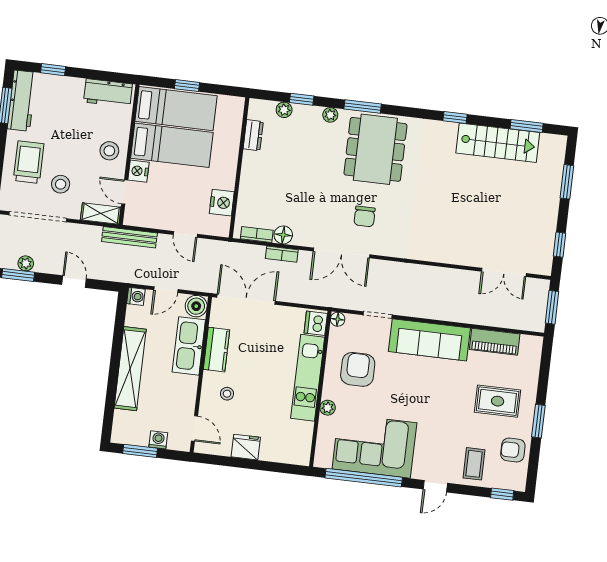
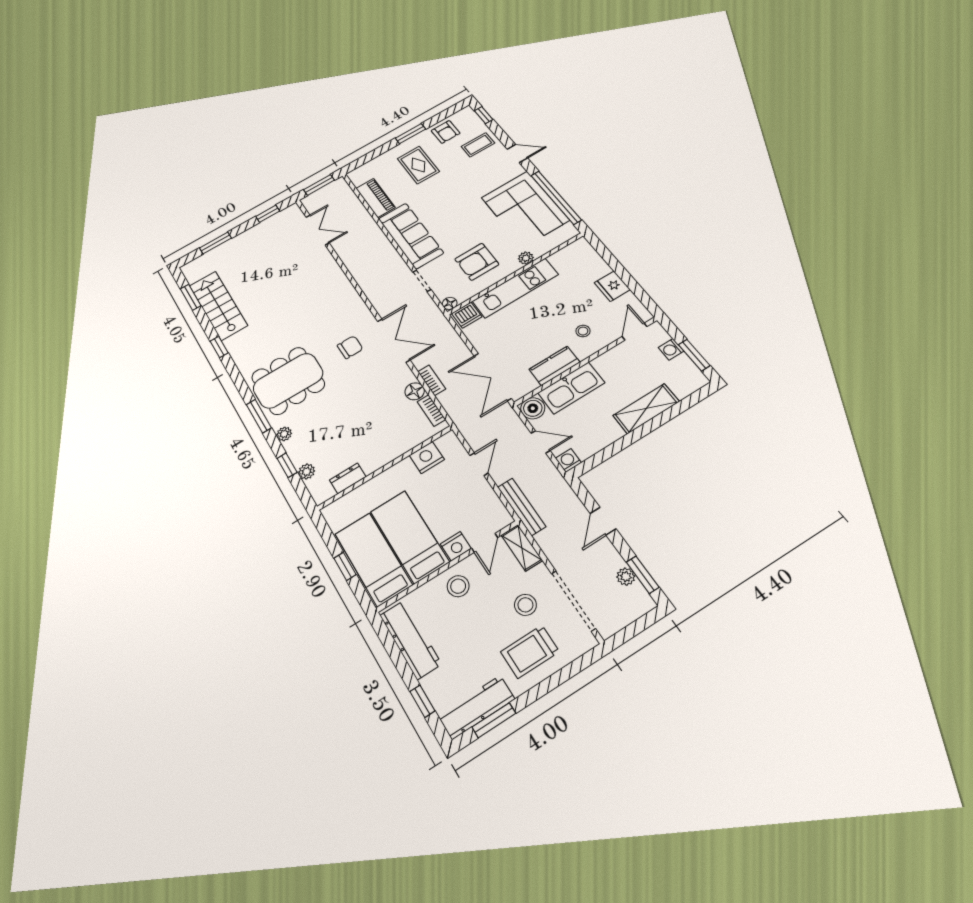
workbench: (108, 93) -> (410, 639), width x1.38
shelving: (130, 369) -> (646, 409), width x0.68

